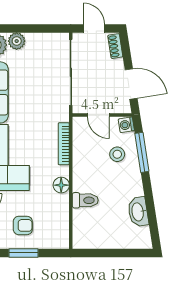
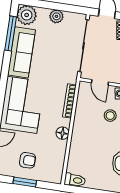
plant: (17, 41) -> (56, 16), moved
toilet: (85, 200) -> (75, 180), moved

